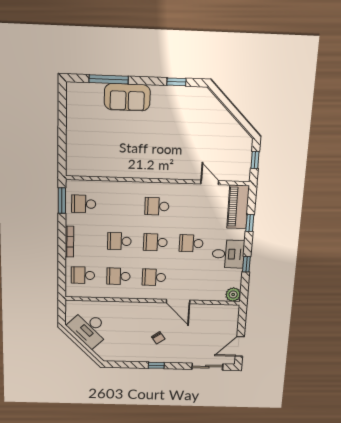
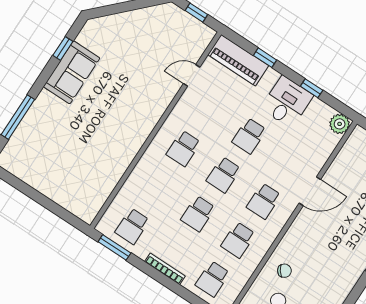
sofa: (127, 97) -> (72, 72), moved
chair: (158, 338) -> (284, 271), moved

